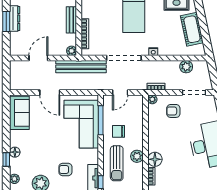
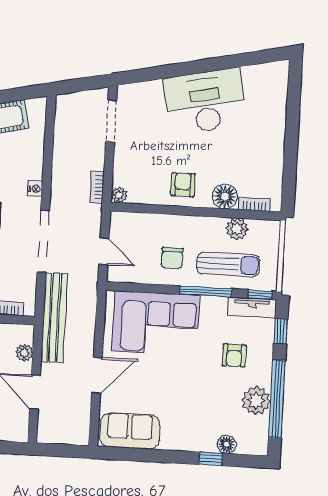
plant: (72, 51) -> (24, 353), moved
plant: (186, 67) -> (65, 132), removed
armchair: (173, 111) -> (183, 185), moved, turned 180
window: (101, 120) -> (206, 291), moved
floor lamp: (15, 152) -> (227, 444), moved
plant: (137, 156) -> (237, 229), moved
plant: (14, 179) -> (246, 446), removed

